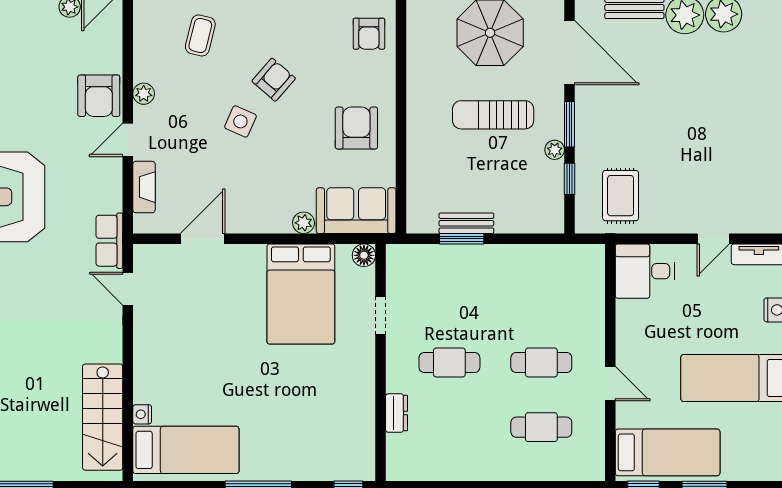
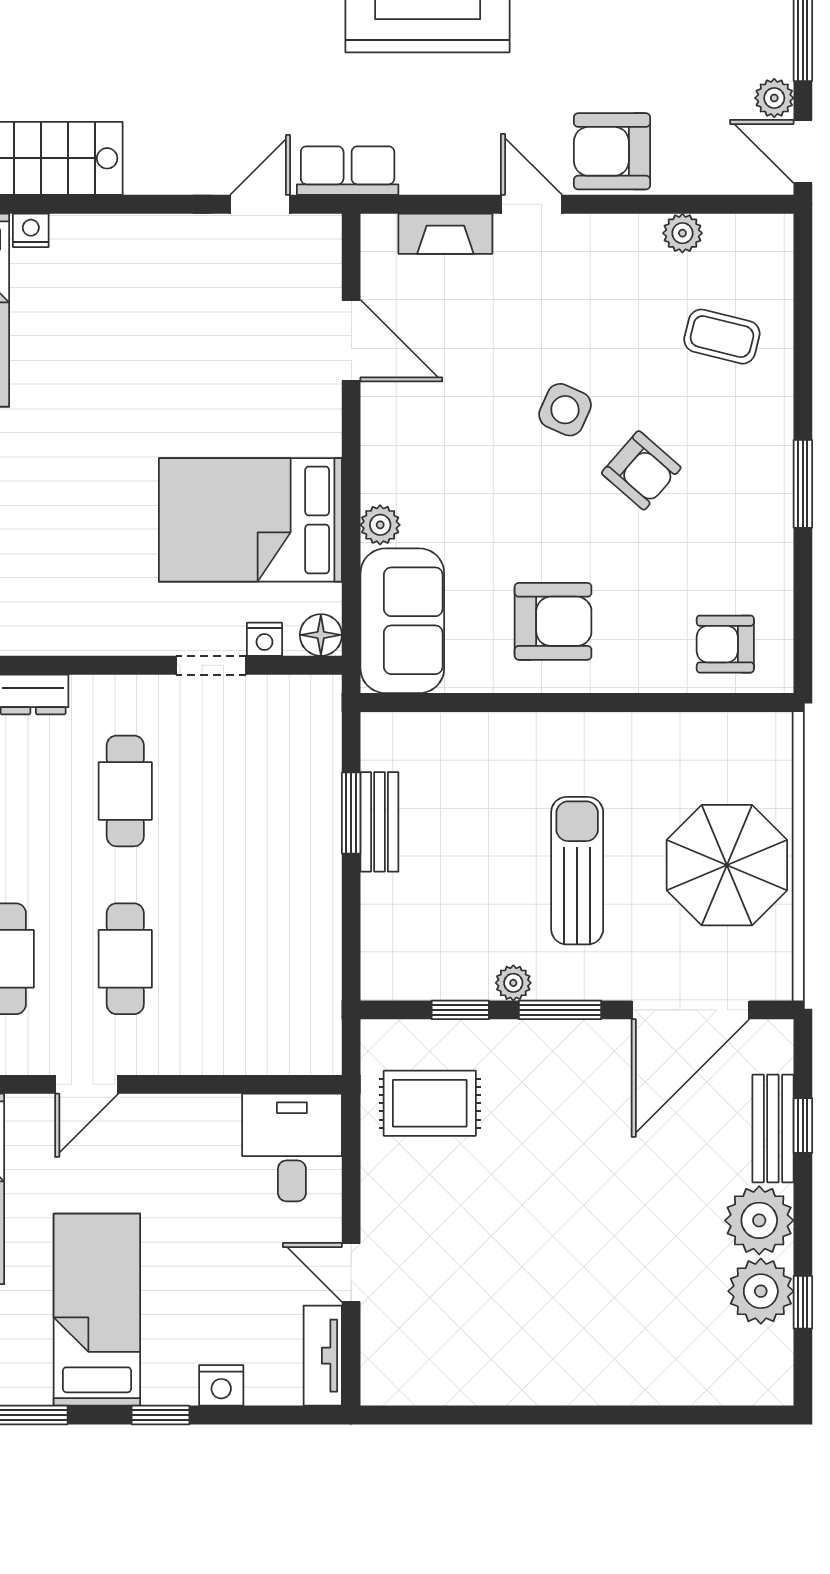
plant: (144, 94) -> (682, 233), moved
nightstand: (366, 286) -> (264, 639), added

